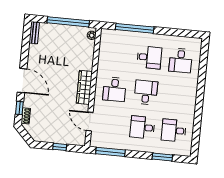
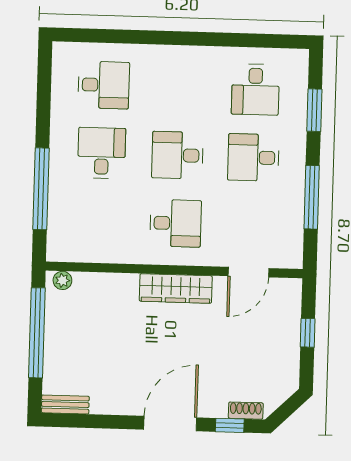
desk: (142, 127) -> (253, 157), turned 90
window: (110, 152) -> (312, 197), moved

